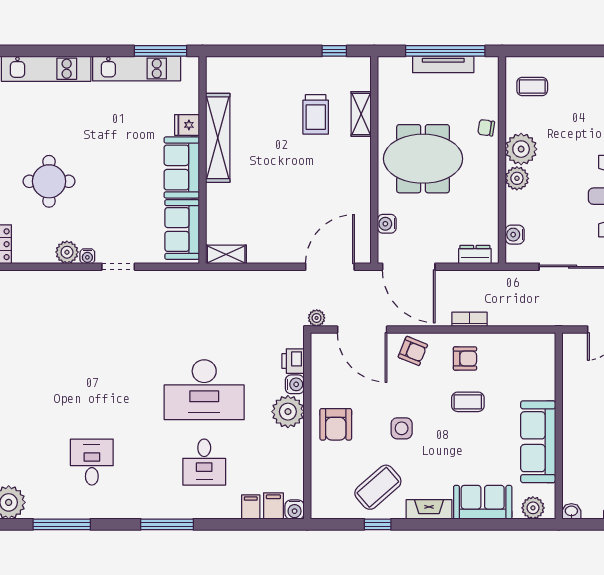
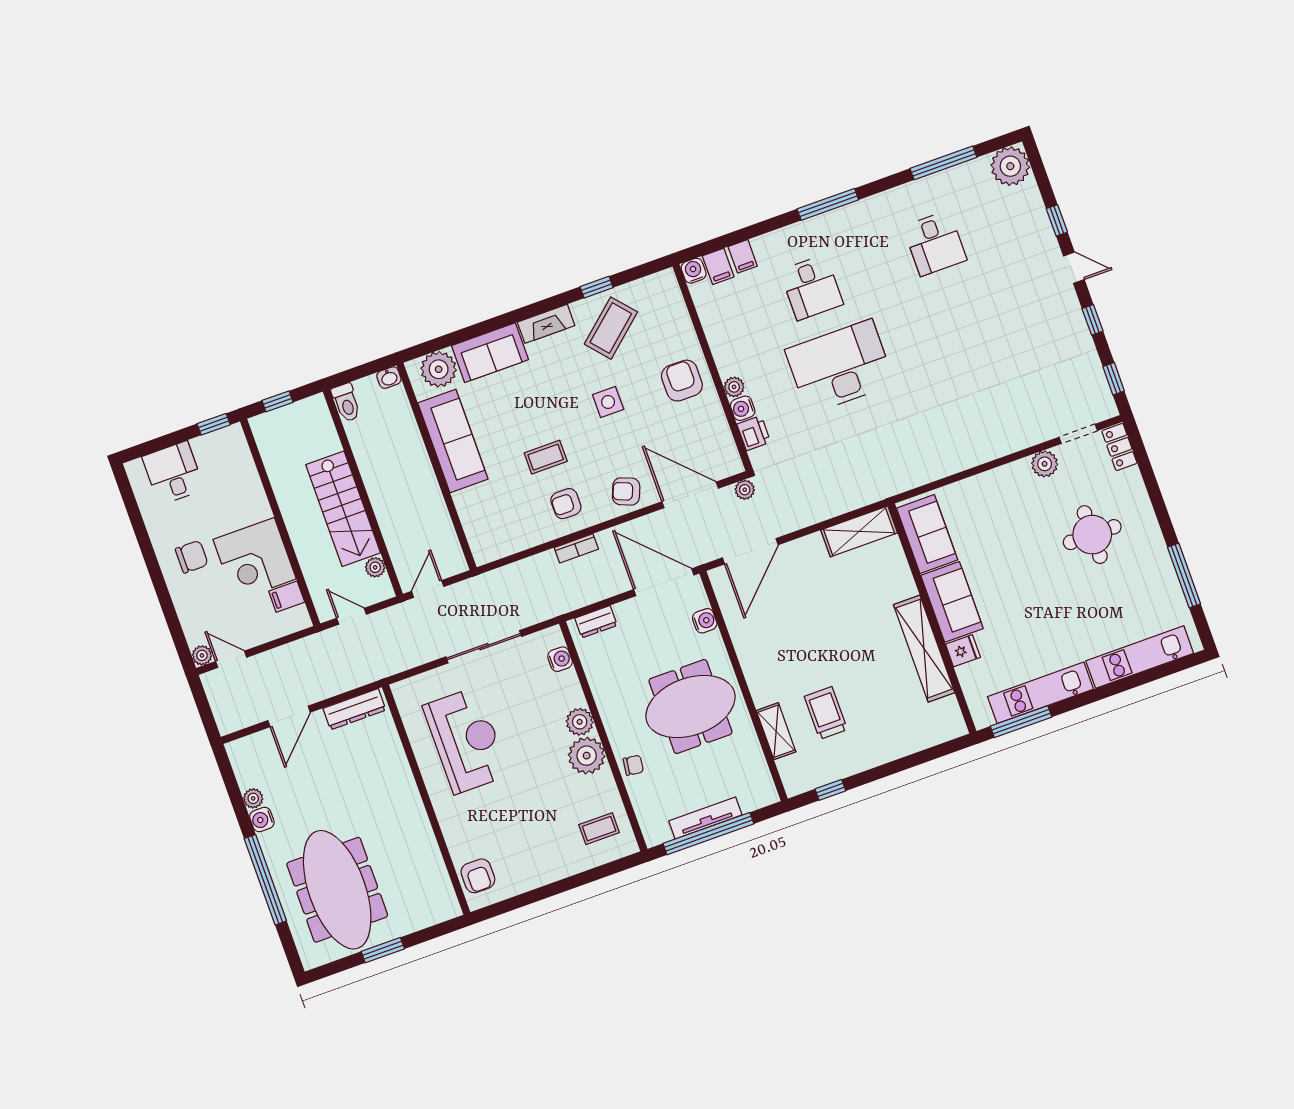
shelving: (226, 254) -> (859, 531), width x1.50, depth x1.33
water cooler: (87, 256) -> (1021, 468), removed
doorway: (118, 267) -> (1078, 434), moved
plant: (288, 412) -> (734, 387), width x0.53, depth x0.53
desk: (204, 462) -> (811, 287), turned 180
plant: (533, 508) -> (439, 369), width x1.36, depth x1.36

